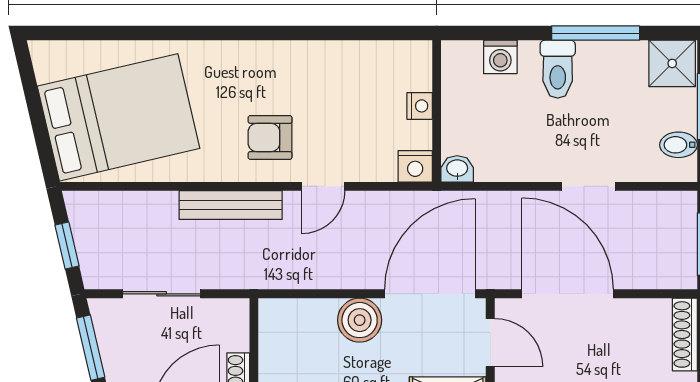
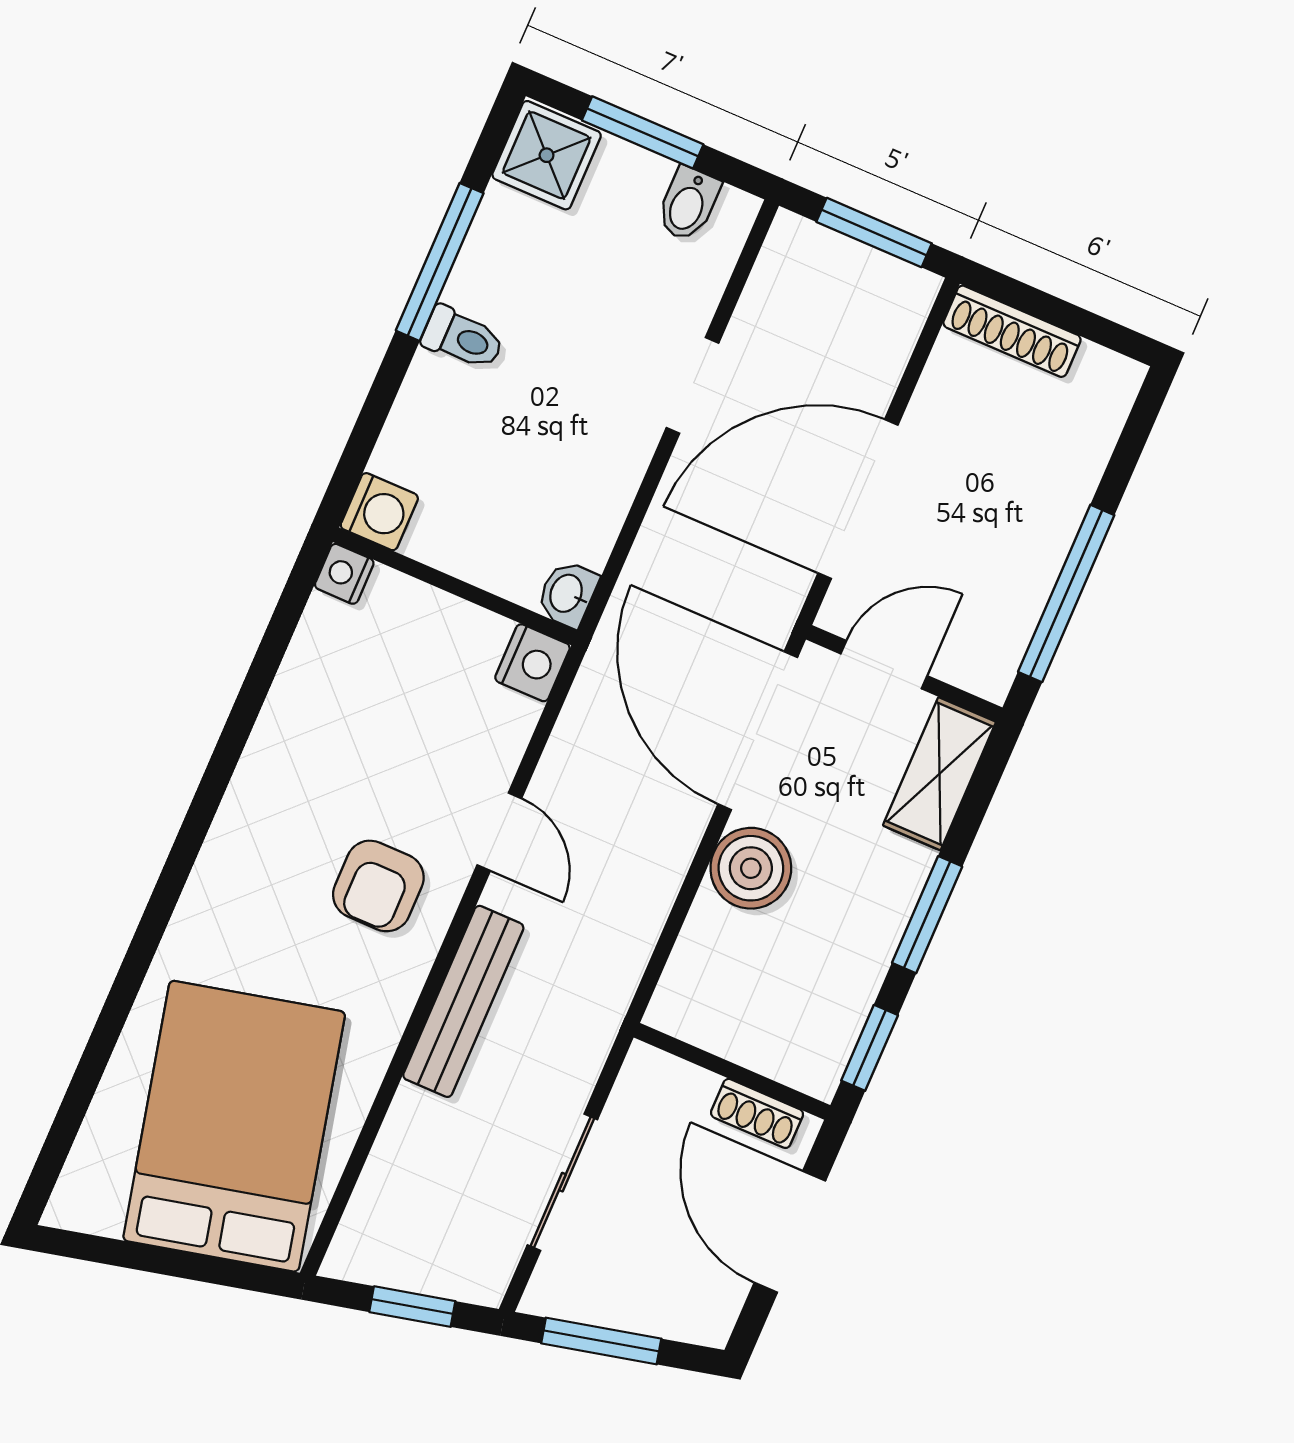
washing machine: (500, 57) -> (379, 512), moved
toilet: (558, 69) -> (463, 338), width x0.73, depth x0.72
nightstand: (420, 106) -> (344, 574), moved, turned -90

